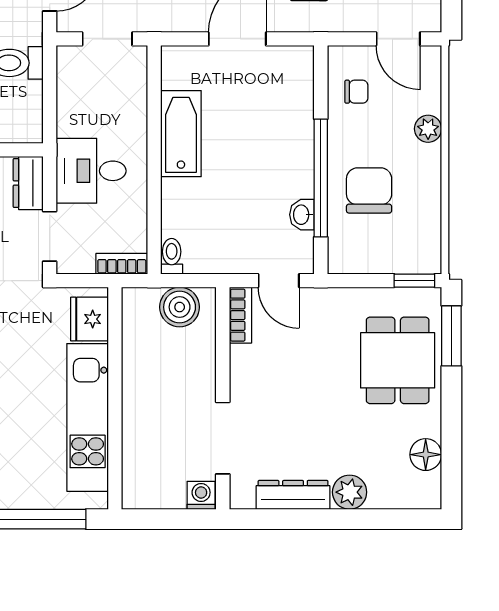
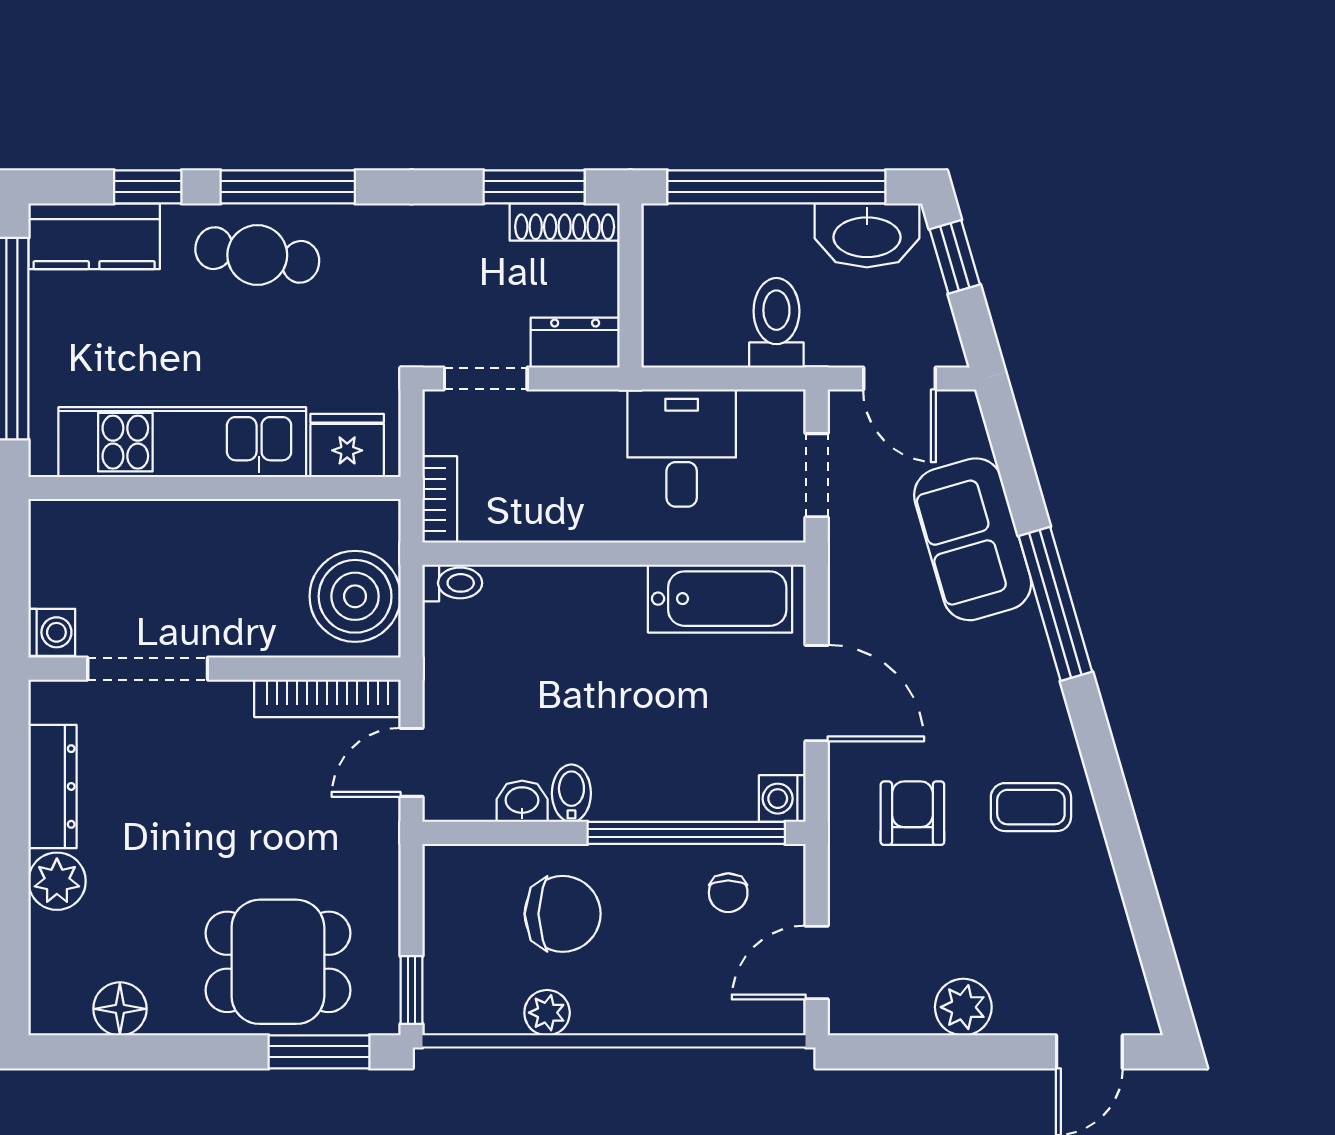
washing machine: (300, 59) -> (782, 799), added
plant: (428, 129) -> (547, 1013), moved
bathtub: (181, 134) -> (720, 599), moved
desk: (91, 171) -> (682, 448), moved
window: (321, 178) -> (686, 833), moved
bidet: (297, 185) -> (571, 793), added
boiler: (180, 307) -> (355, 596), width x1.37, depth x1.37
bookcase: (240, 315) -> (327, 698), width x1.56

